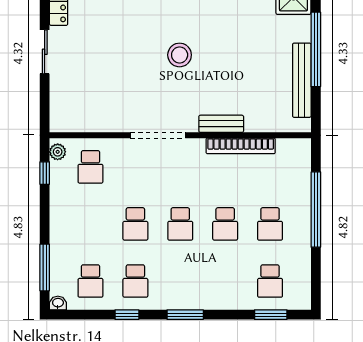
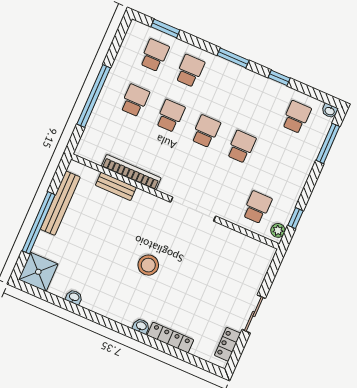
bench: (221, 124) -> (116, 186), moved
school desk: (135, 281) -> (190, 71), moved

